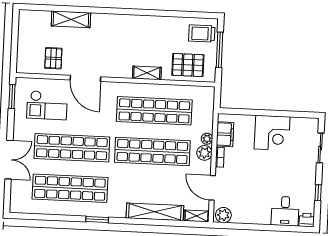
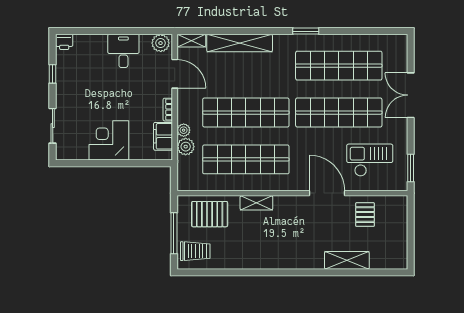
plant: (204, 153) -> (186, 147), moved
desk: (285, 211) -> (123, 51), moved

